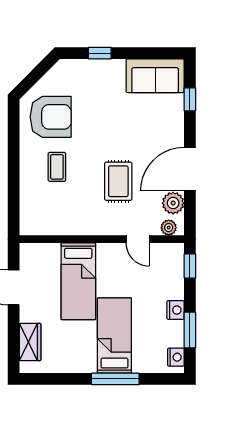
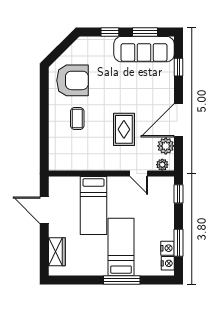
window: (146, 53) -> (145, 32), added
sofa: (155, 76) -> (144, 49), width x1.36
nightstand: (175, 310) -> (168, 248), moved

